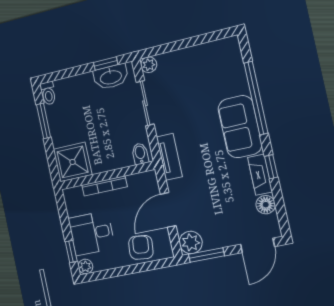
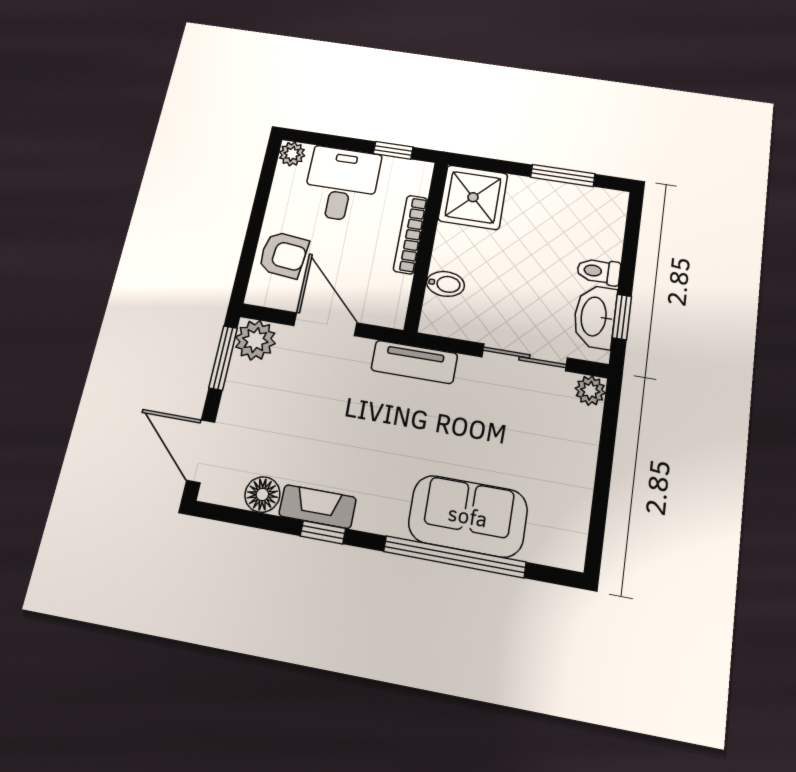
toilet: (48, 93) -> (599, 271), moved
sofa: (240, 127) -> (468, 516), moved
bidet: (140, 154) -> (445, 284), moved
window: (71, 252) -> (393, 150), moved

